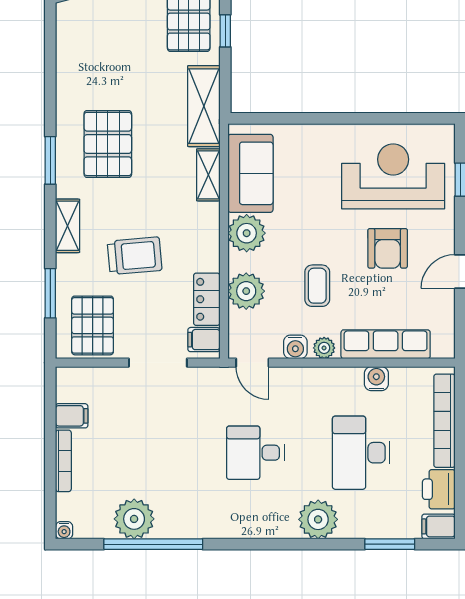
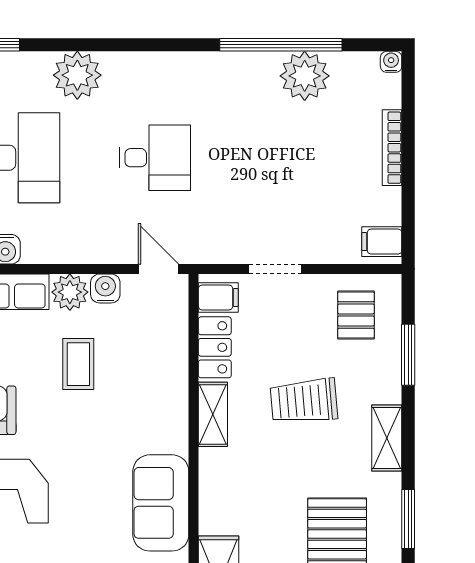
shelving: (208, 175) -> (213, 414), moved
plant: (247, 233) -> (166, 429), removed
plant: (246, 291) -> (166, 357), removed
pallet: (93, 325) -> (356, 315), width x0.67, depth x0.71
plant: (324, 348) -> (70, 292), width x1.38, depth x1.38
doorway: (158, 363) -> (275, 269), width x0.73
filing cabinet: (72, 416) -> (382, 242), moved

